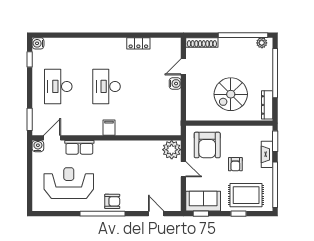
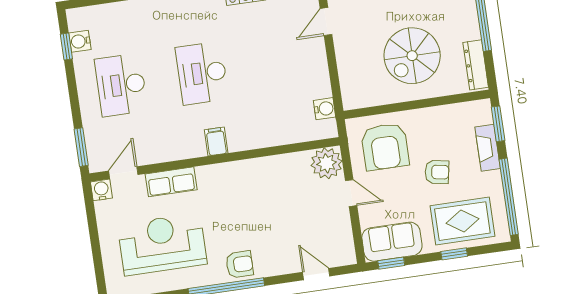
water cooler: (38, 43) -> (80, 41), moved
water cooler: (175, 84) -> (325, 109), moved
armchair: (235, 164) -> (437, 172), turned -80

